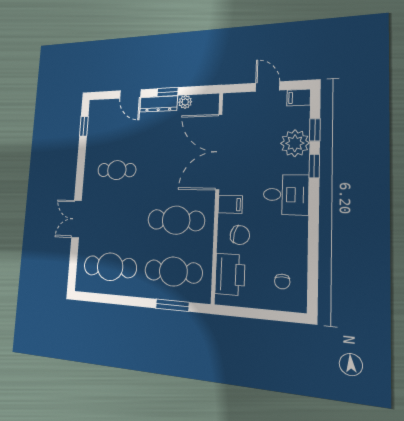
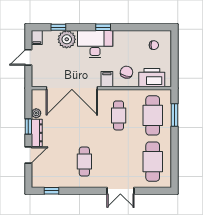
window: (314, 166) -> (103, 27), moved
desk: (286, 195) -> (95, 44), width x1.37
cafe table: (176, 220) -> (119, 115), width x0.73, depth x0.74

